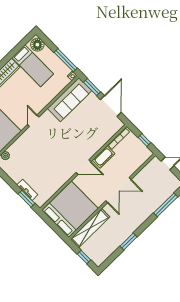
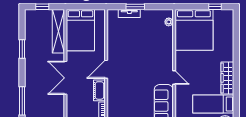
door: (33, 121) -> (174, 77), moved
window: (27, 199) -> (135, 7), moved
bed: (70, 209) -> (80, 30), width x0.73

